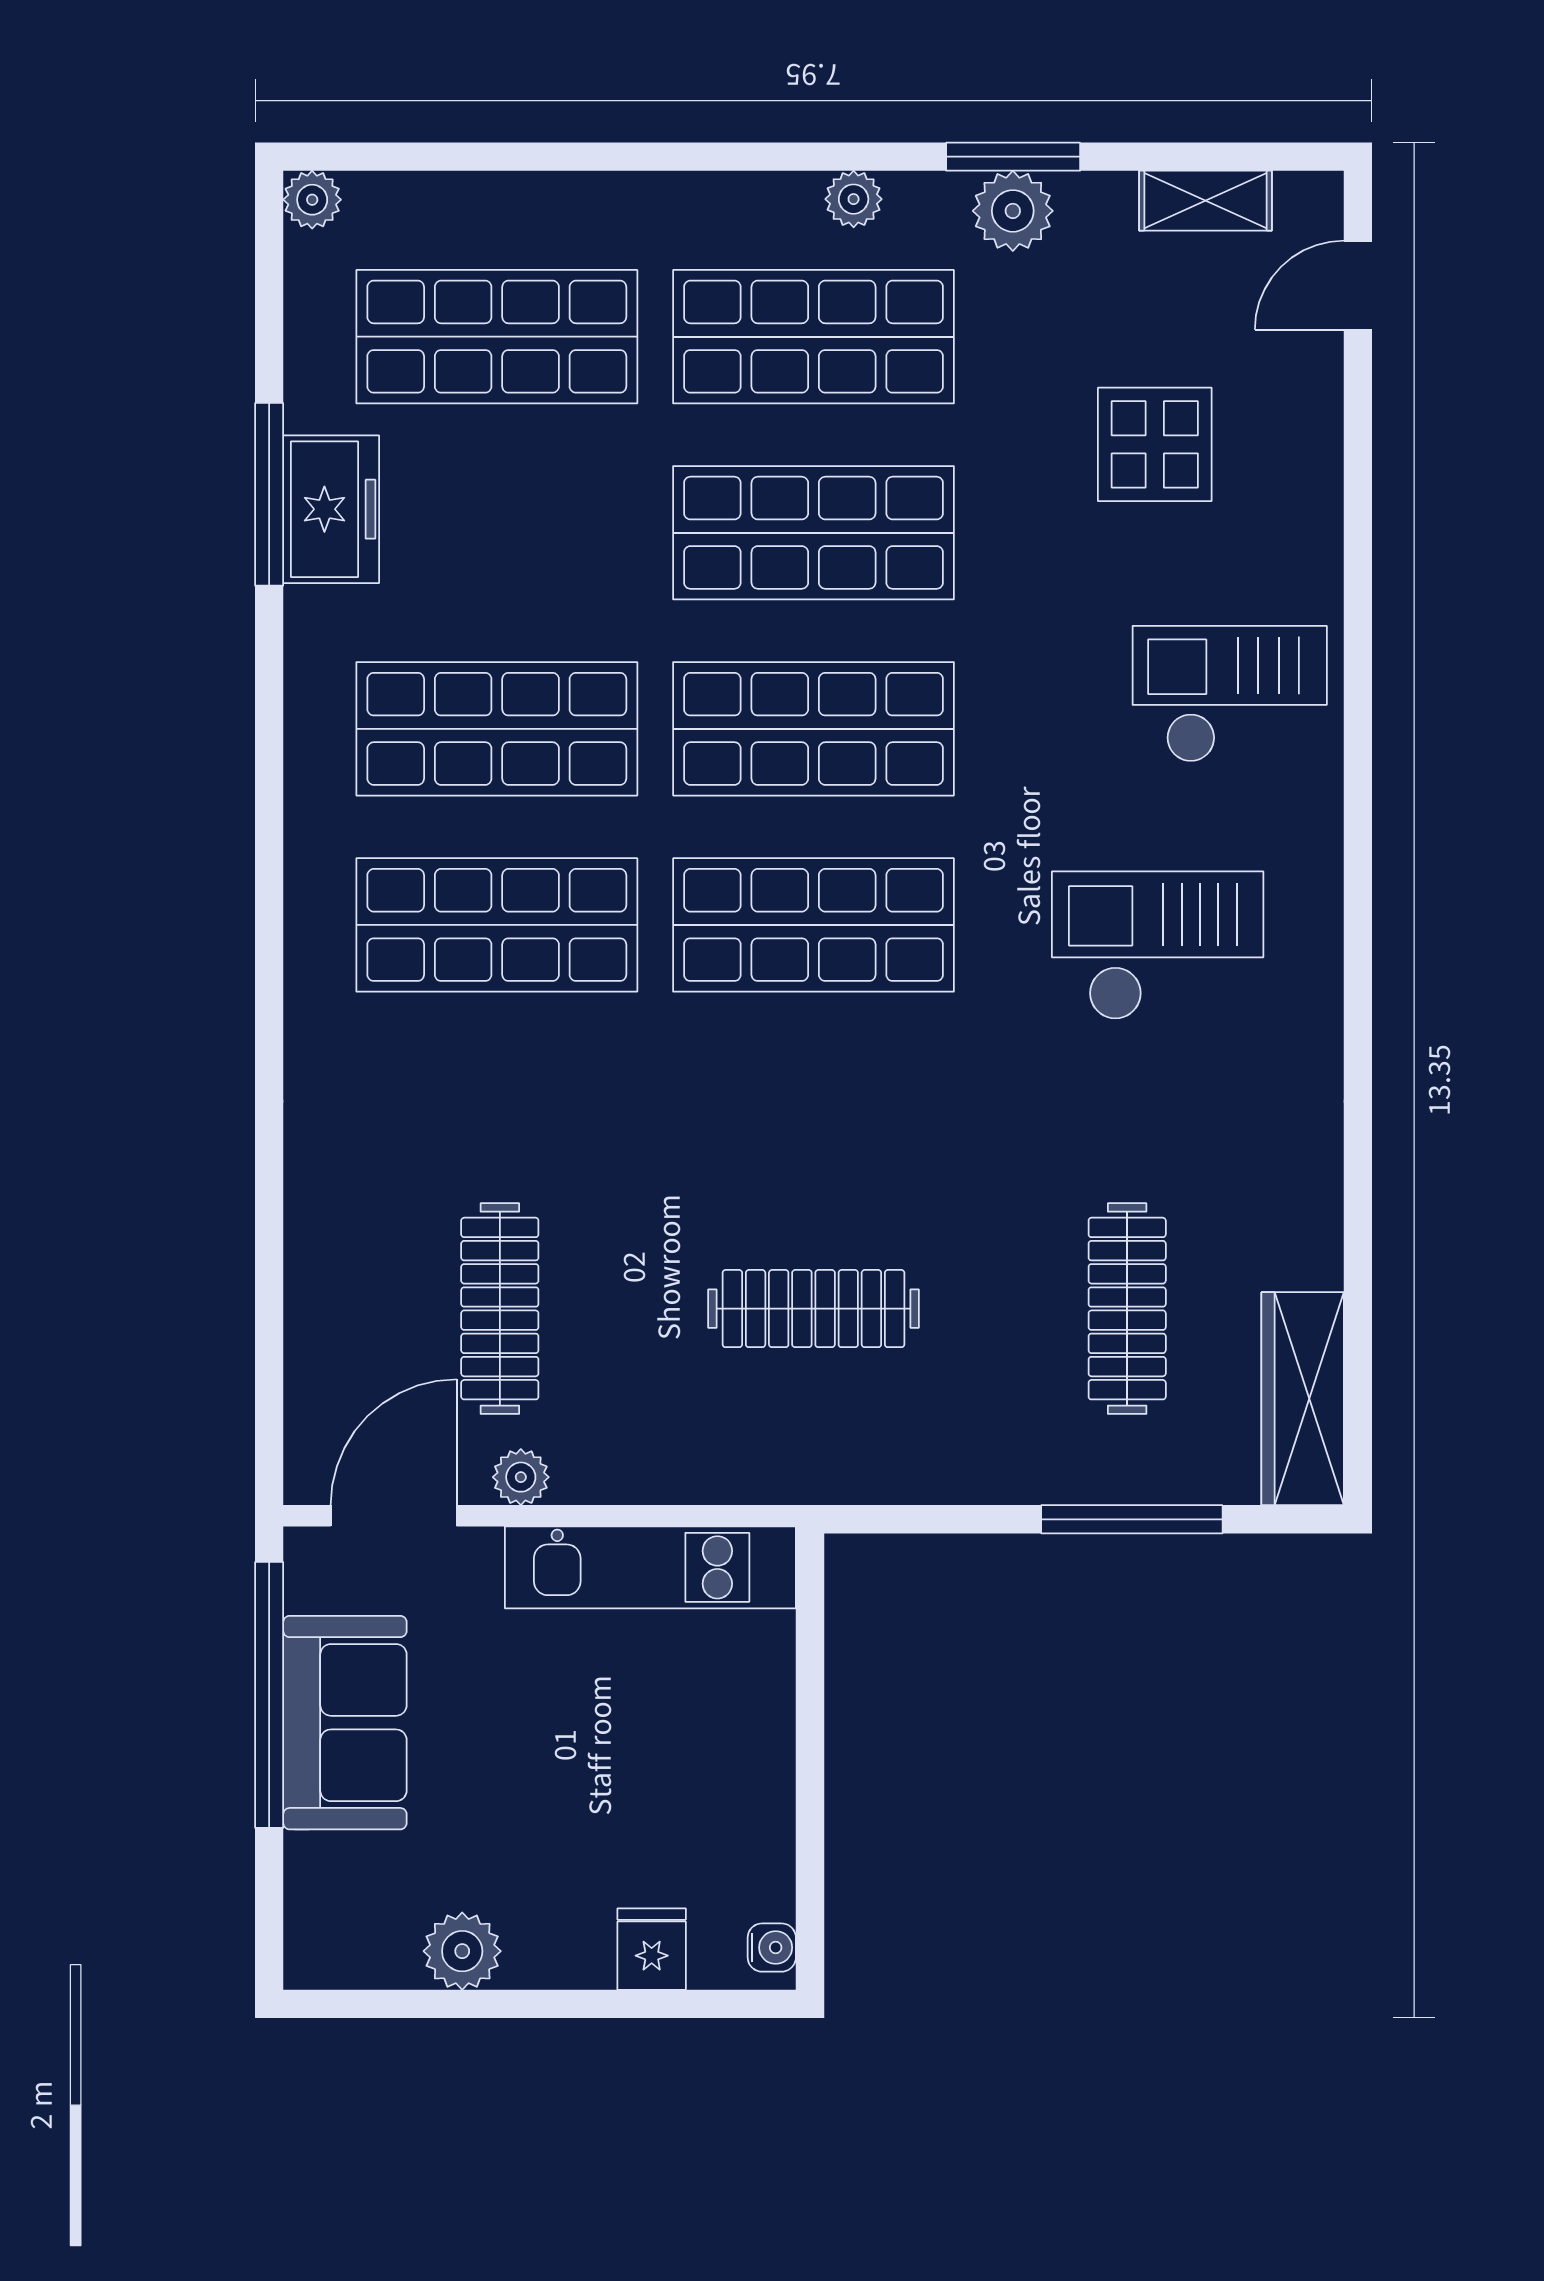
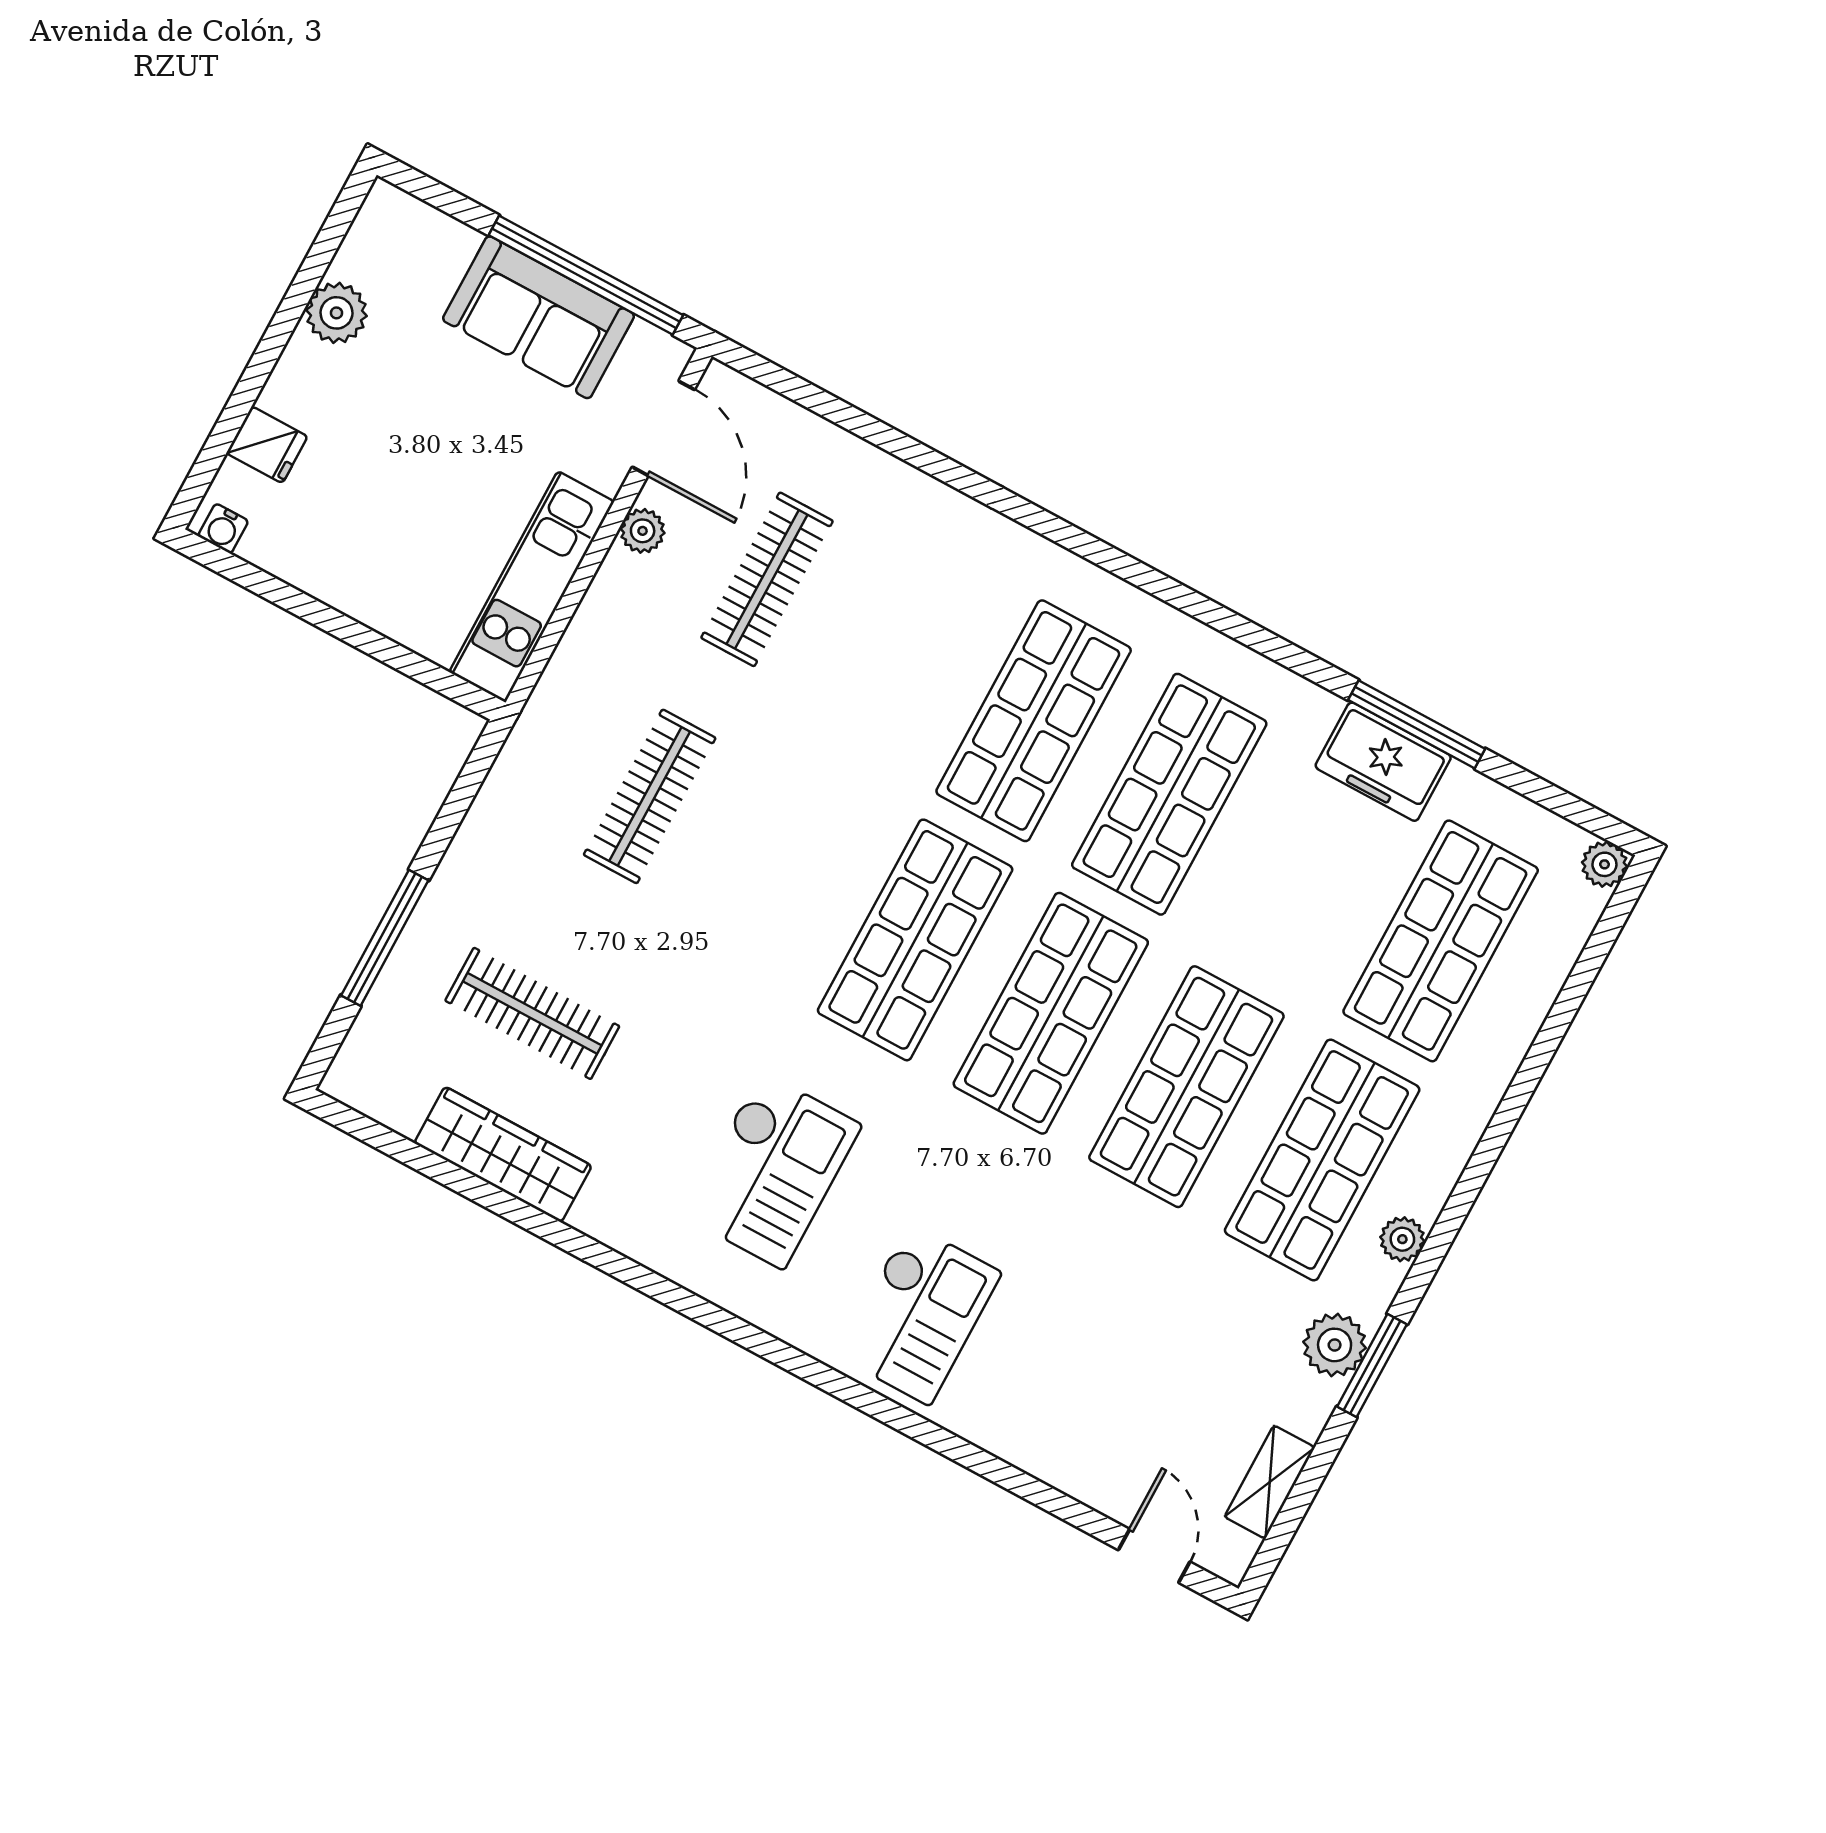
display table: (1155, 444) -> (1120, 1356), removed
clothes rail: (500, 1309) -> (767, 579), turned 90
wardrobe: (1303, 1399) -> (503, 1154), moved

